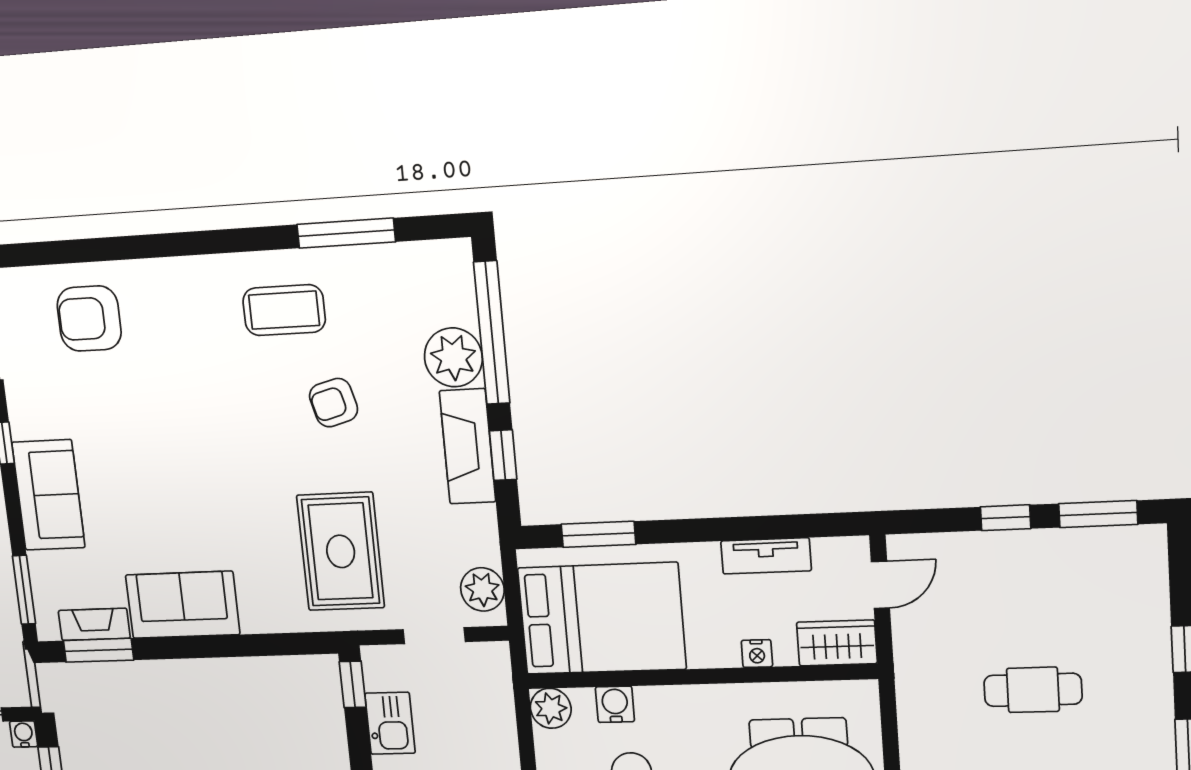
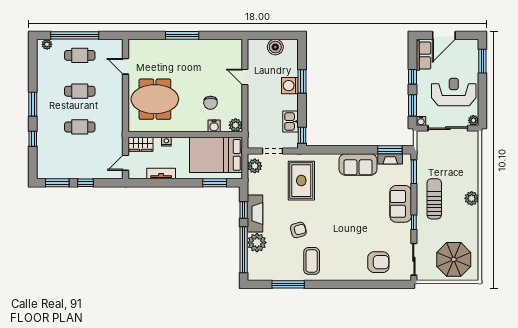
coffee table: (284, 310) -> (312, 261), turned 90

